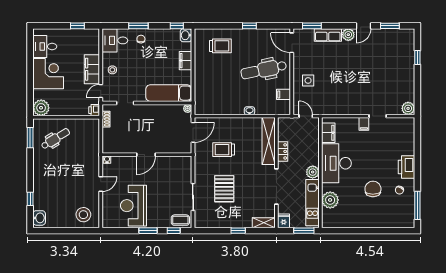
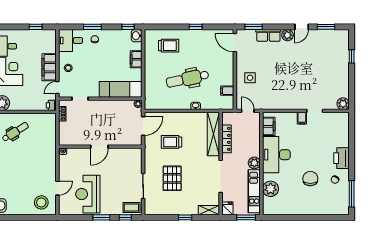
dental chair: (264, 70) -> (187, 79), moved
locker: (283, 151) -> (227, 139), width x1.53
door: (101, 184) -> (57, 188), moved

